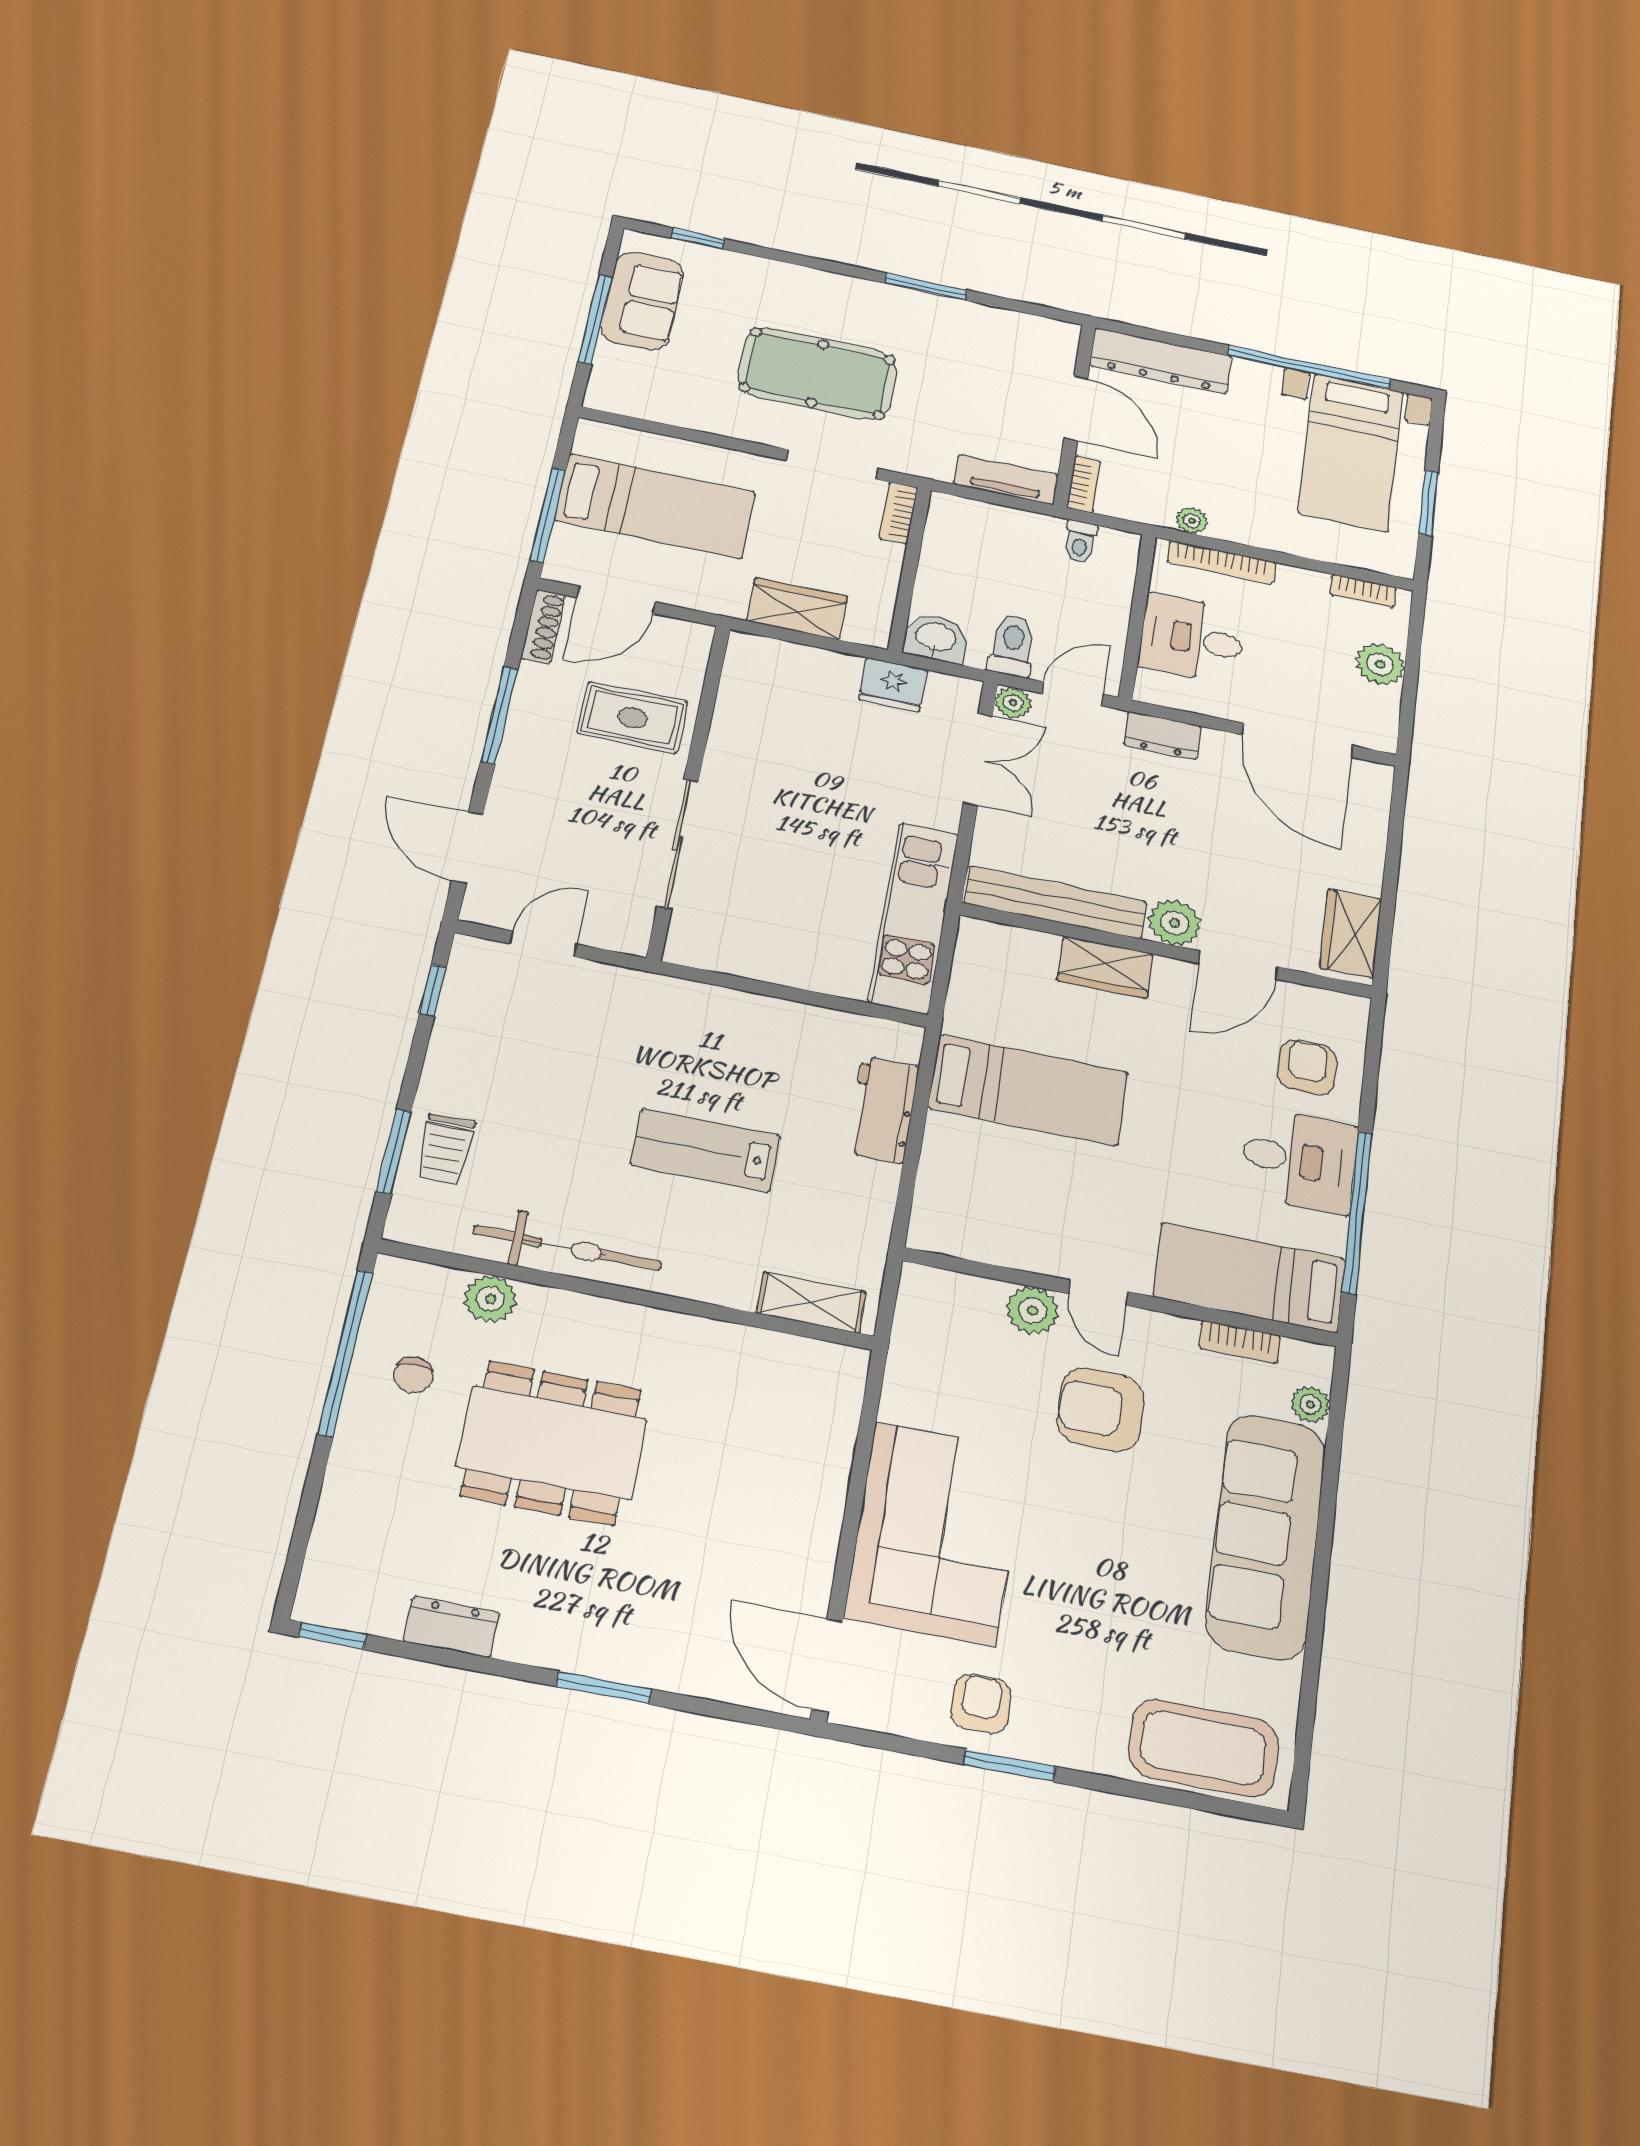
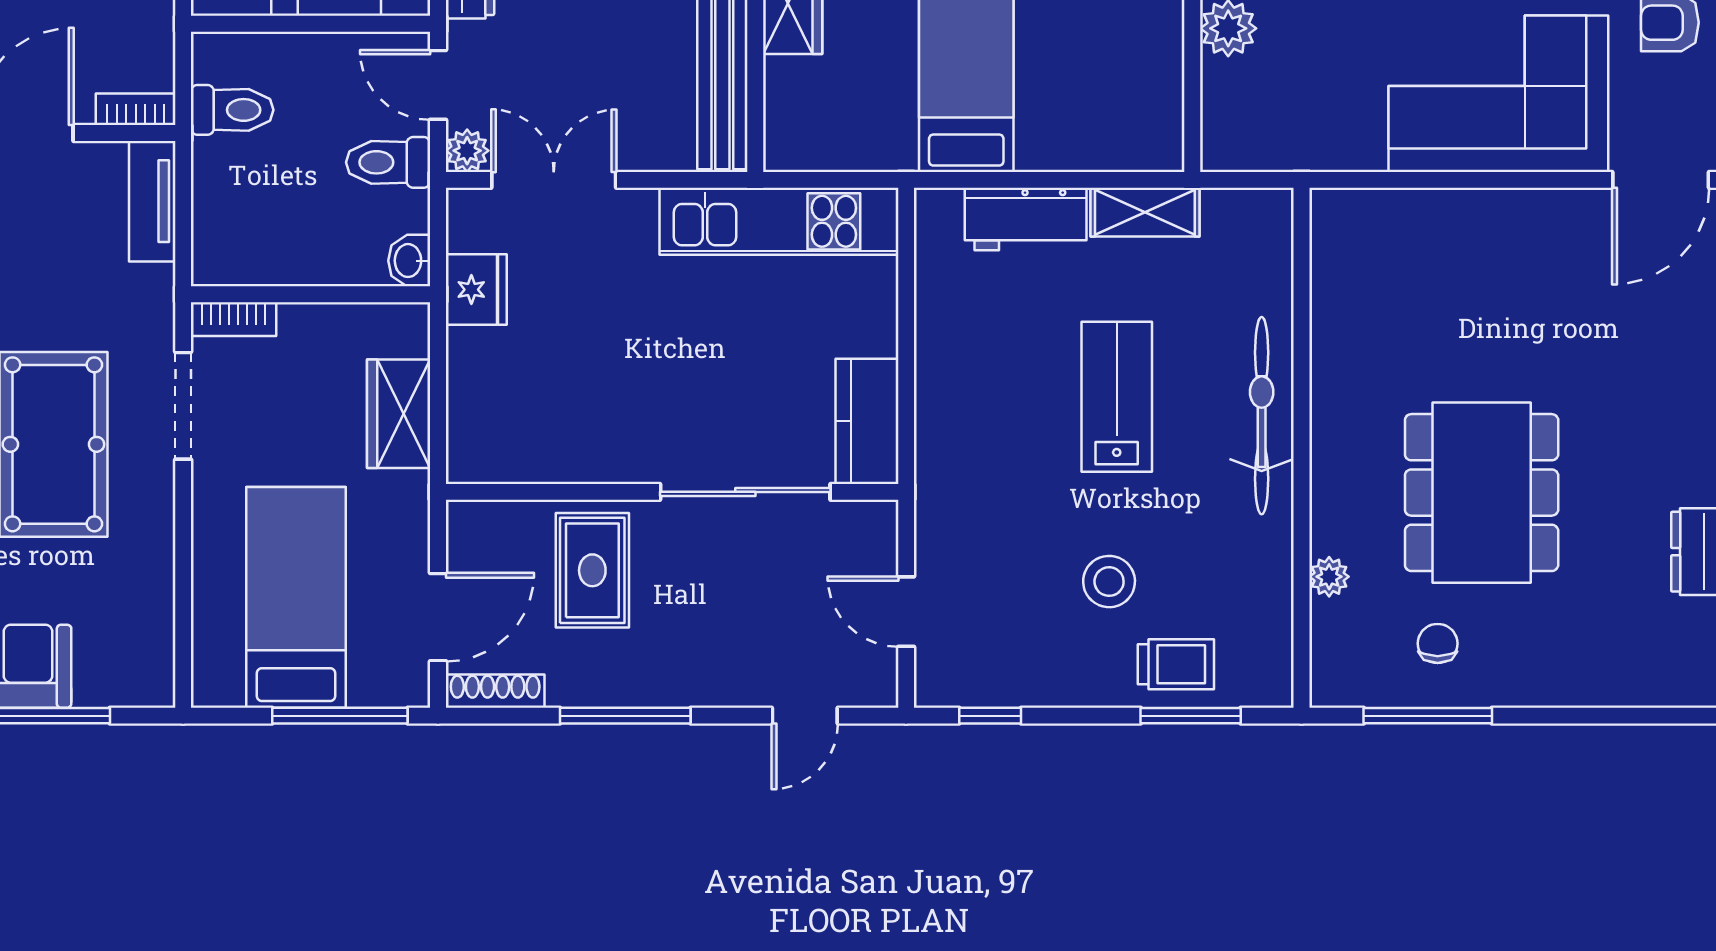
toilet: (1080, 542) -> (232, 110), width x1.37, depth x1.39
door: (616, 600) -> (438, 617), hinge flipped
washbasin: (936, 638) -> (409, 261), width x0.72, depth x0.69
door: (467, 848) -> (805, 716), width x0.73
kitchen counter: (722, 948) -> (867, 421), added
stool: (535, 1110) -> (1109, 582), added
lab bench: (706, 1150) -> (1117, 397), turned 180
bicycle: (568, 1248) -> (1262, 416), moved
plant: (490, 1299) -> (1329, 577), width x0.73, depth x0.73
shelving: (811, 1303) -> (1145, 212), moved, turned 90
window: (345, 1353) -> (1428, 716), width x0.68
chair: (413, 1375) -> (1438, 643), turned -90

